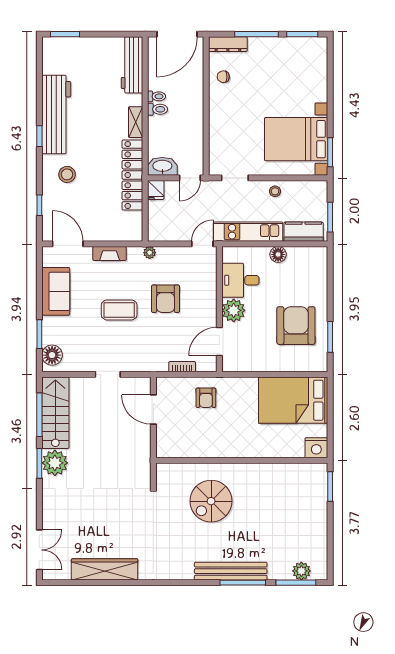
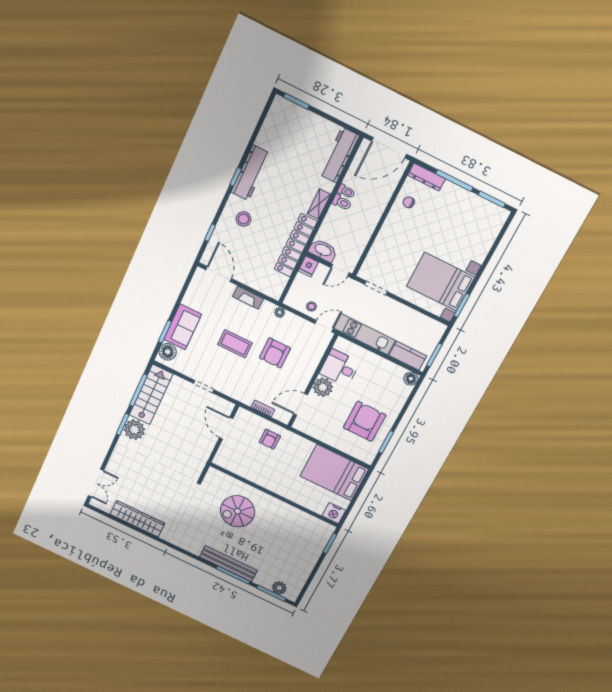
workbench: (56, 114) -> (251, 173), width x0.73, depth x0.76
stool: (275, 191) -> (311, 306), moved
floor lamp: (278, 254) -> (411, 379), moved
sofa: (56, 291) -> (183, 327), moved

